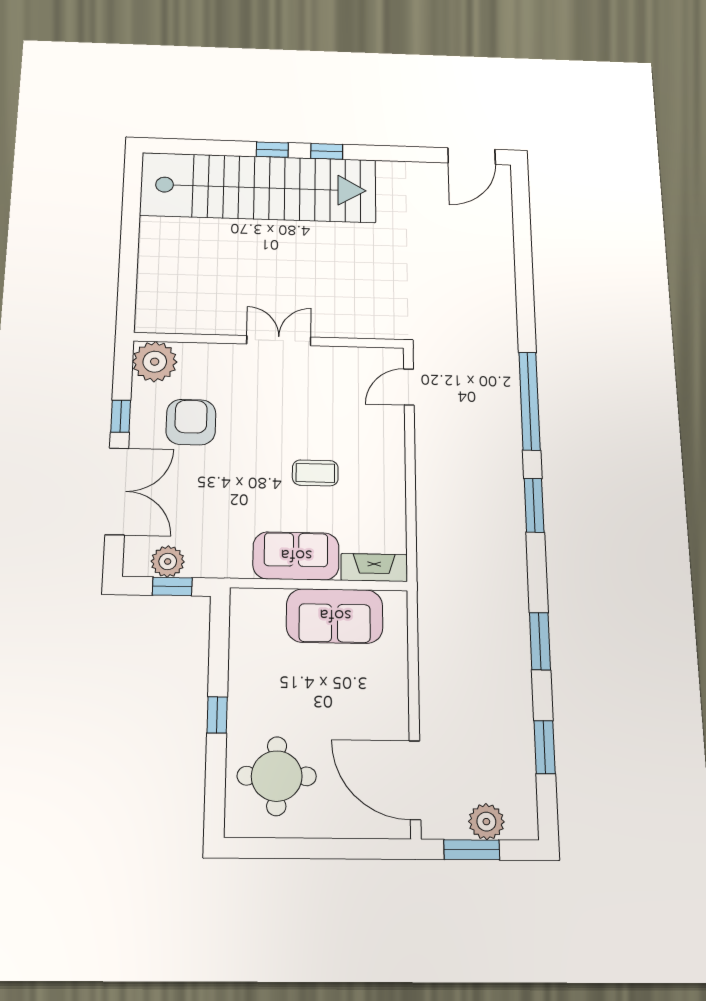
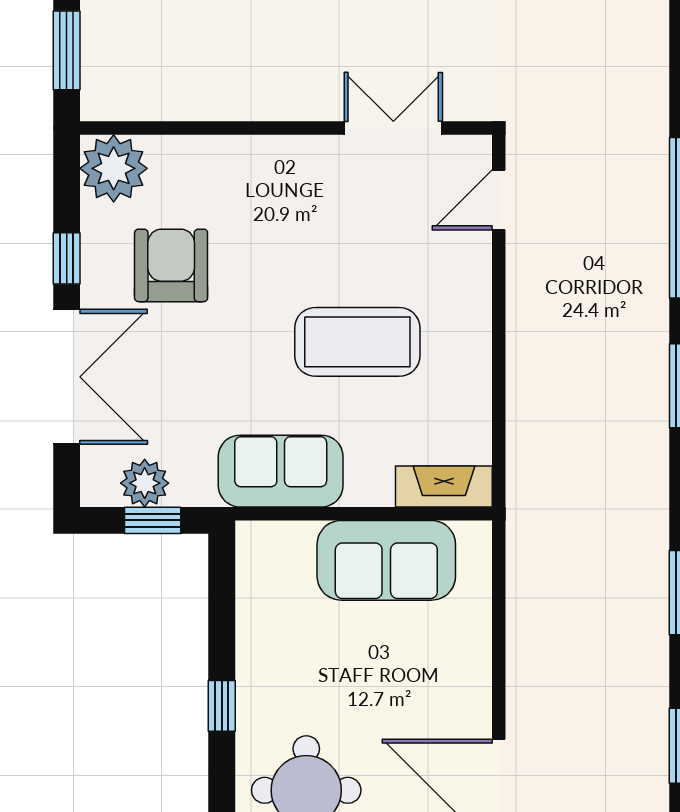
window: (127, 291) -> (67, 50), added
double door: (279, 341) -> (393, 128), moved
coffee table: (315, 473) -> (357, 342), width x1.86, depth x1.72
sofa: (296, 556) -> (281, 471), moved

